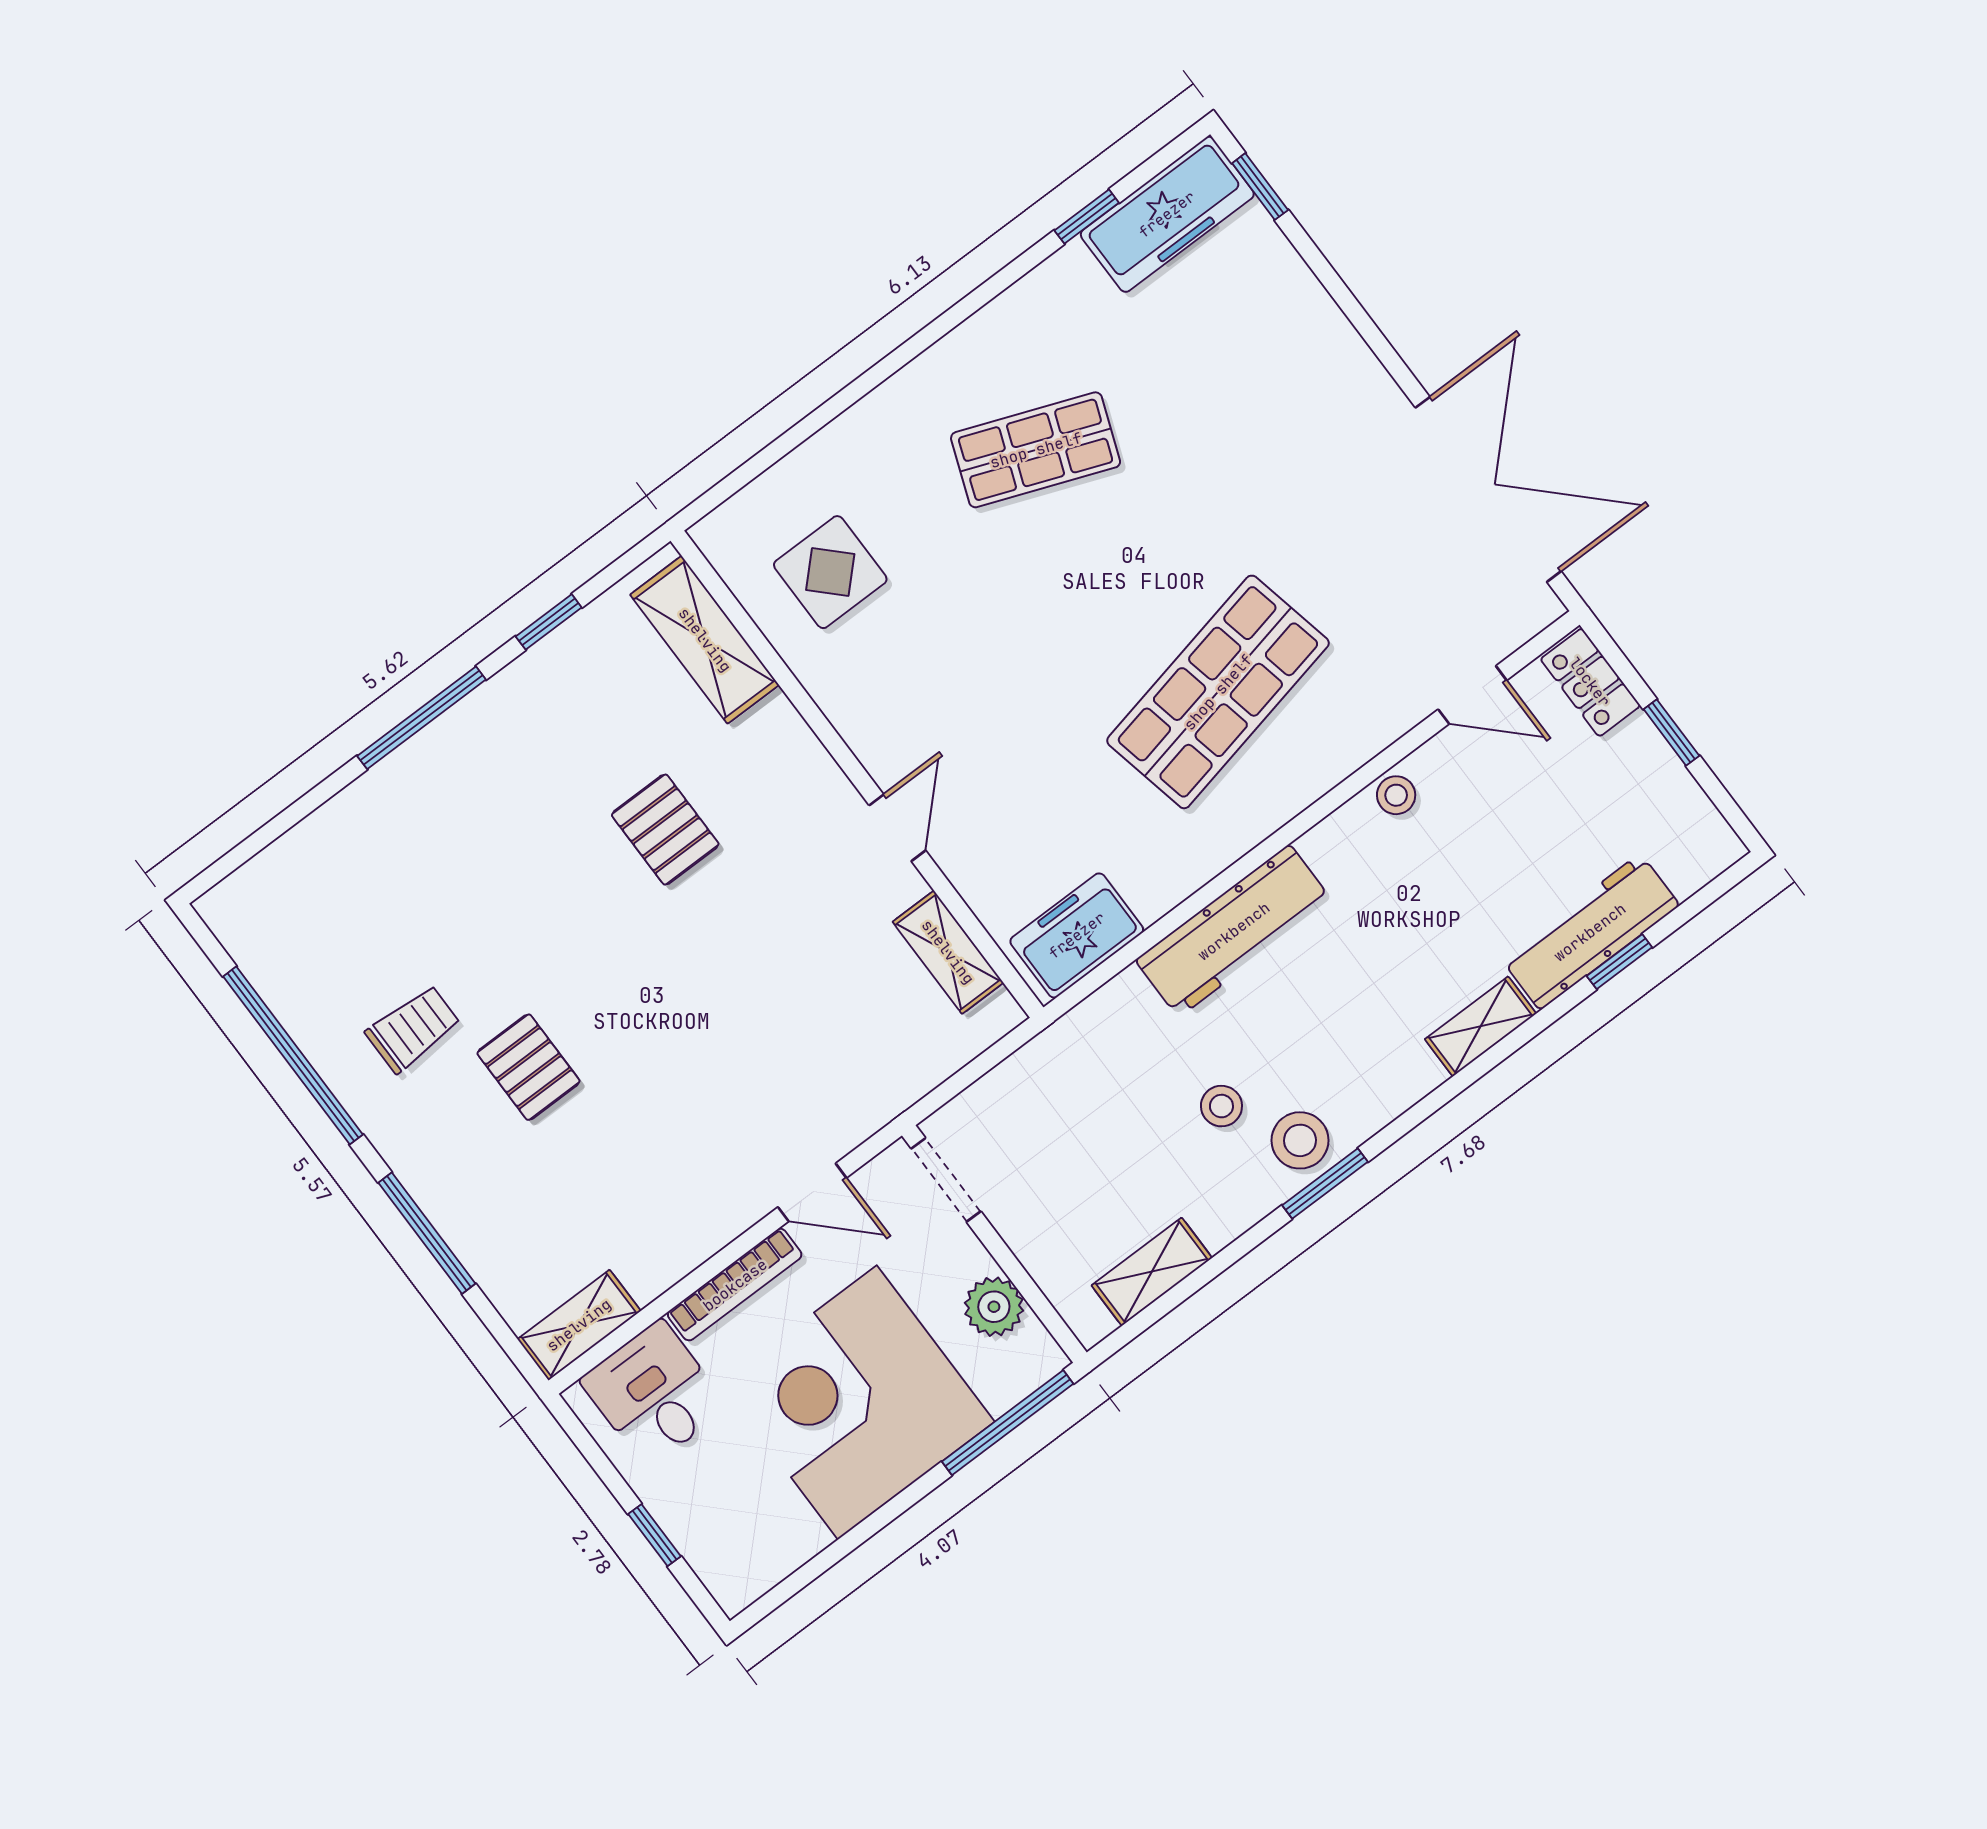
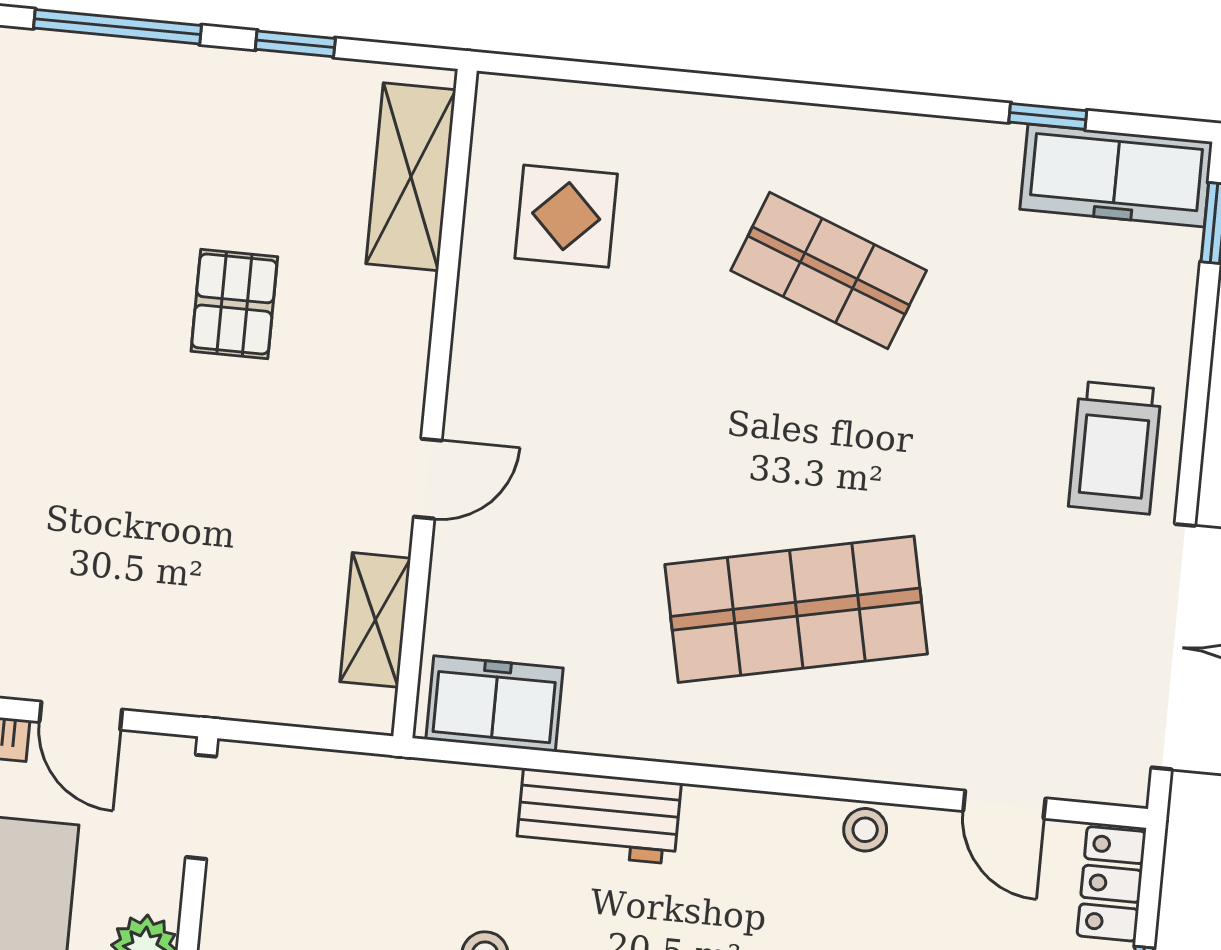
trolley: (1330, 394) -> (1115, 448), added
workbench: (1234, 931) -> (599, 816), width x0.73

